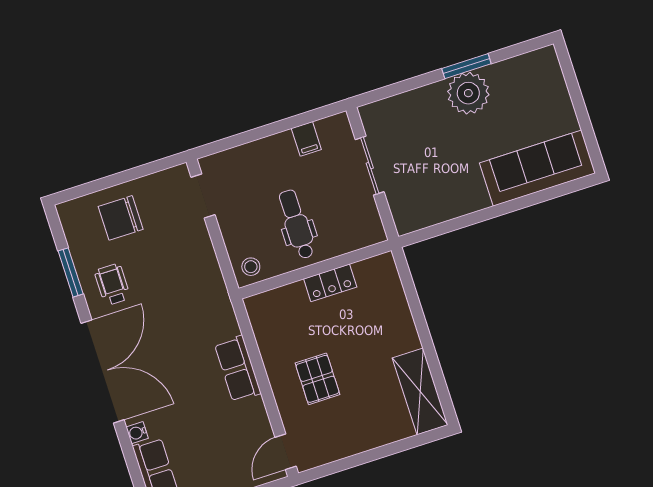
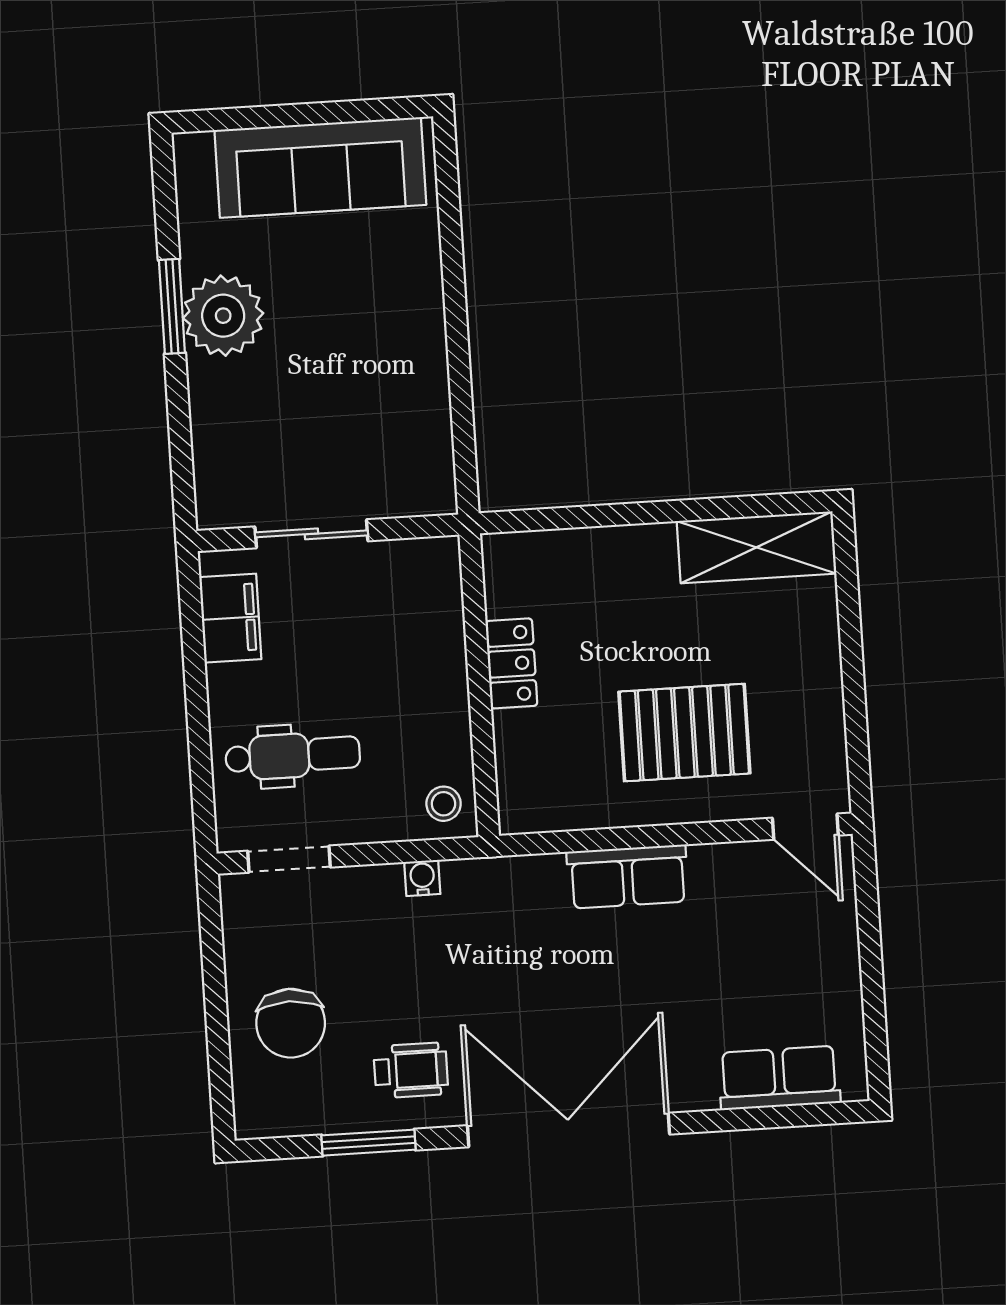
filing cabinet: (306, 139) -> (230, 618), width x2.00
sofa: (537, 168) -> (320, 167), moved, turned -90
dental chair: (297, 224) -> (293, 756), moved, turned 180
wheelchair: (112, 284) -> (411, 1070), turned 180
pallet: (318, 379) -> (684, 733), width x1.50, depth x1.42
water cooler: (137, 433) -> (422, 878), moved, turned 180

